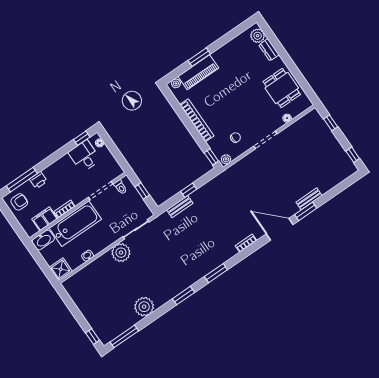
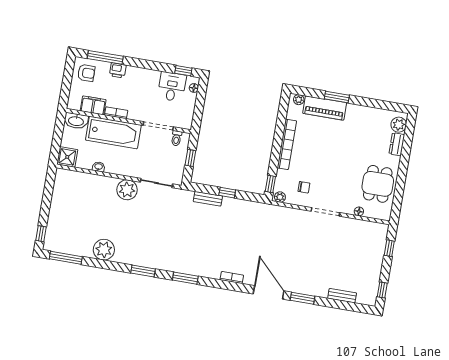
bench: (309, 199) -> (342, 296), moved

